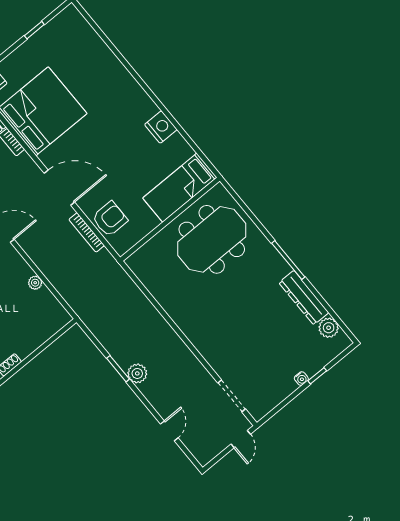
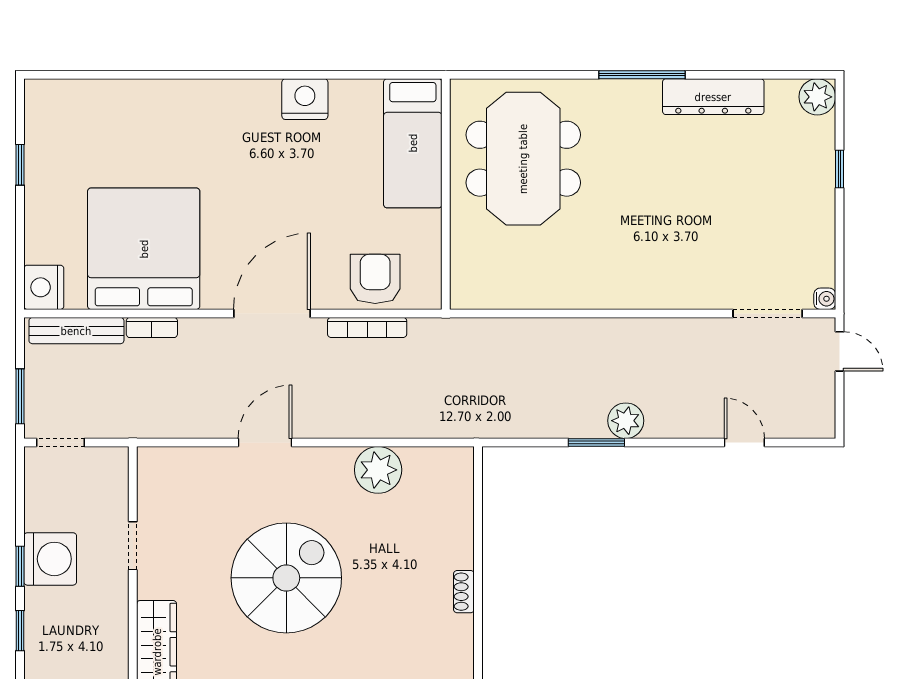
plant: (35, 283) -> (378, 470), width x1.88, depth x1.88
plant: (329, 328) -> (817, 97), moved
water cooler: (301, 379) -> (825, 299), moved

